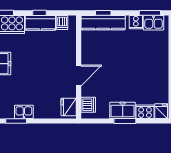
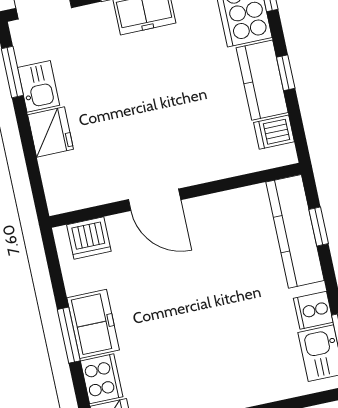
fridge: (69, 107) -> (50, 132), moved, turned 90

